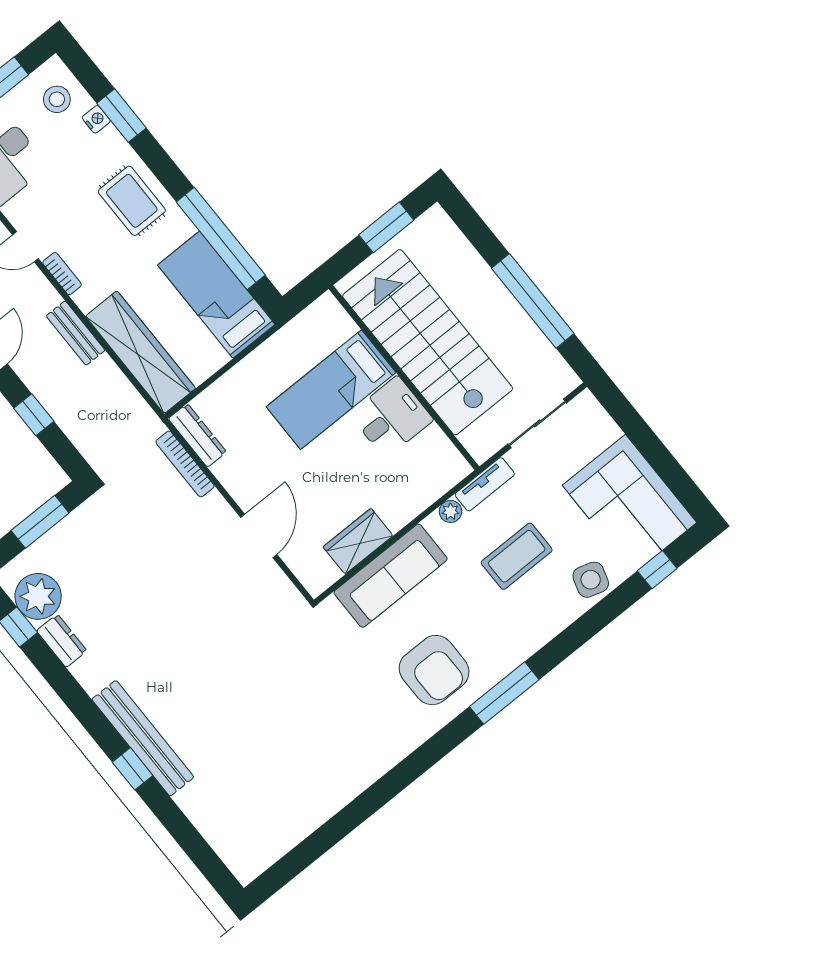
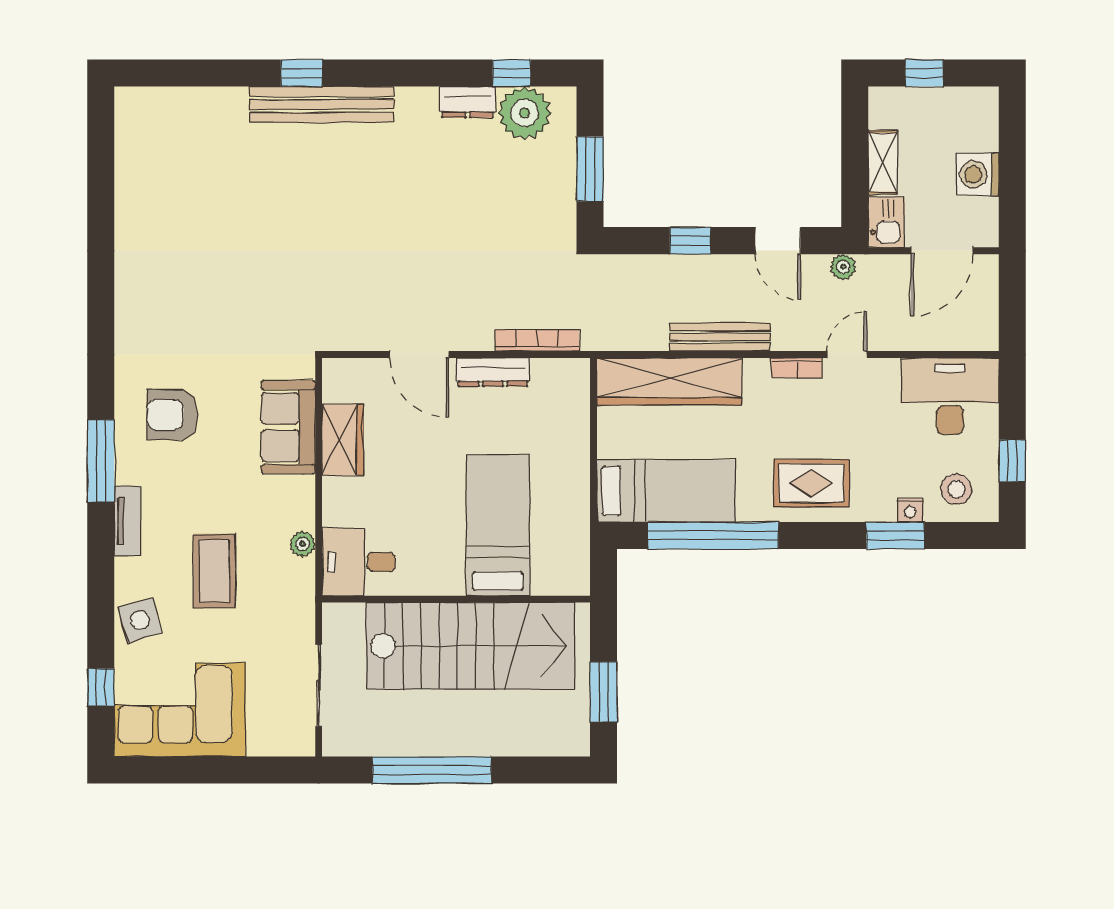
bench: (76, 333) -> (720, 337), width x1.36
desk: (391, 417) -> (358, 562), moved, turned 90
dresser: (197, 435) -> (493, 372), moved
tv unit: (485, 484) -> (128, 521), moved, turned 180
sofa: (391, 576) -> (288, 427), width x0.73
side table: (591, 580) -> (140, 620), turned -33
armchair: (434, 670) -> (172, 415), width x0.73, depth x0.73

